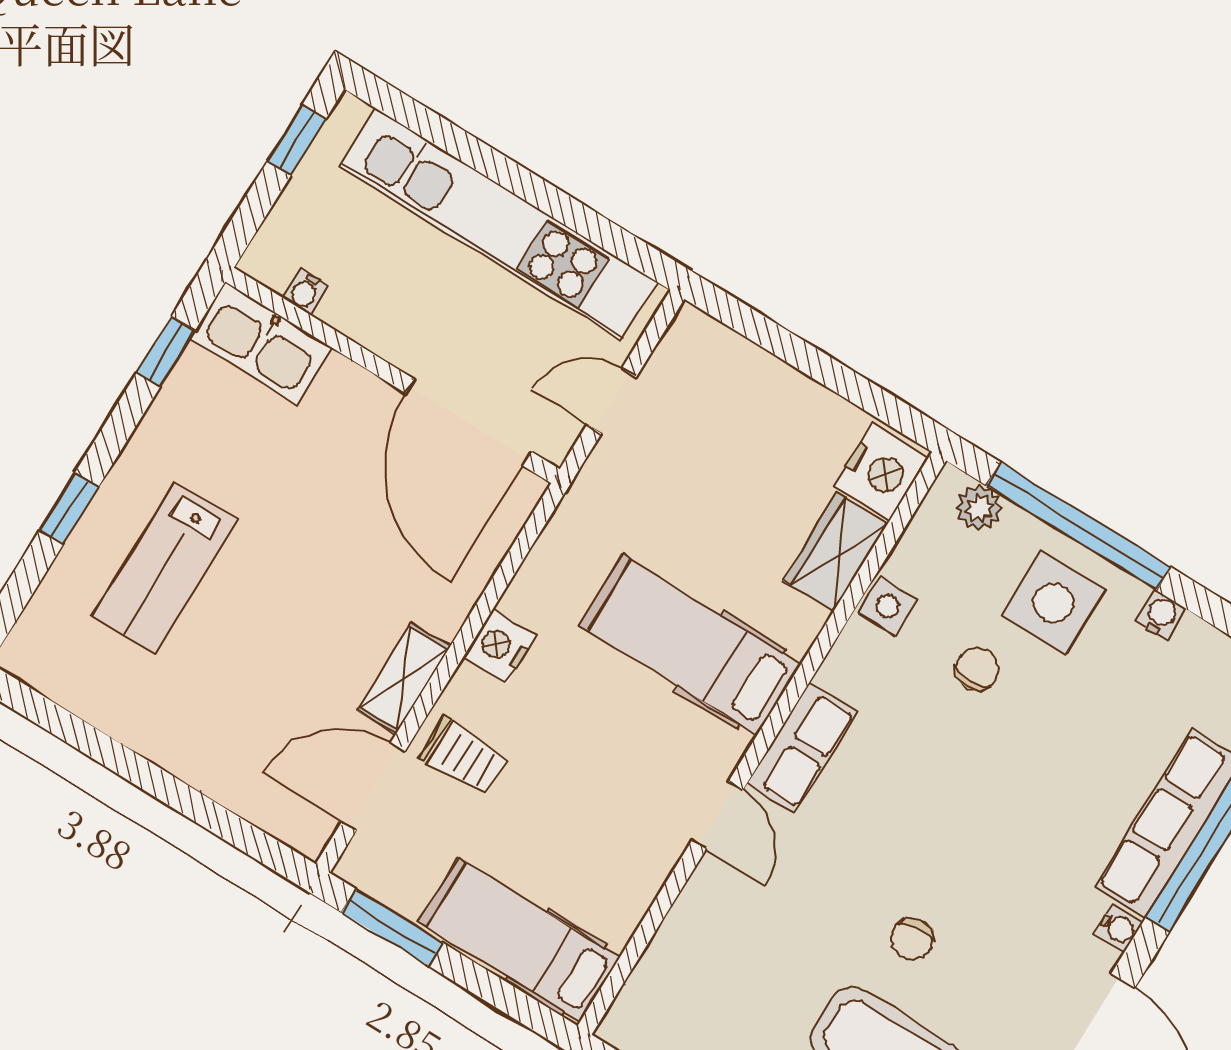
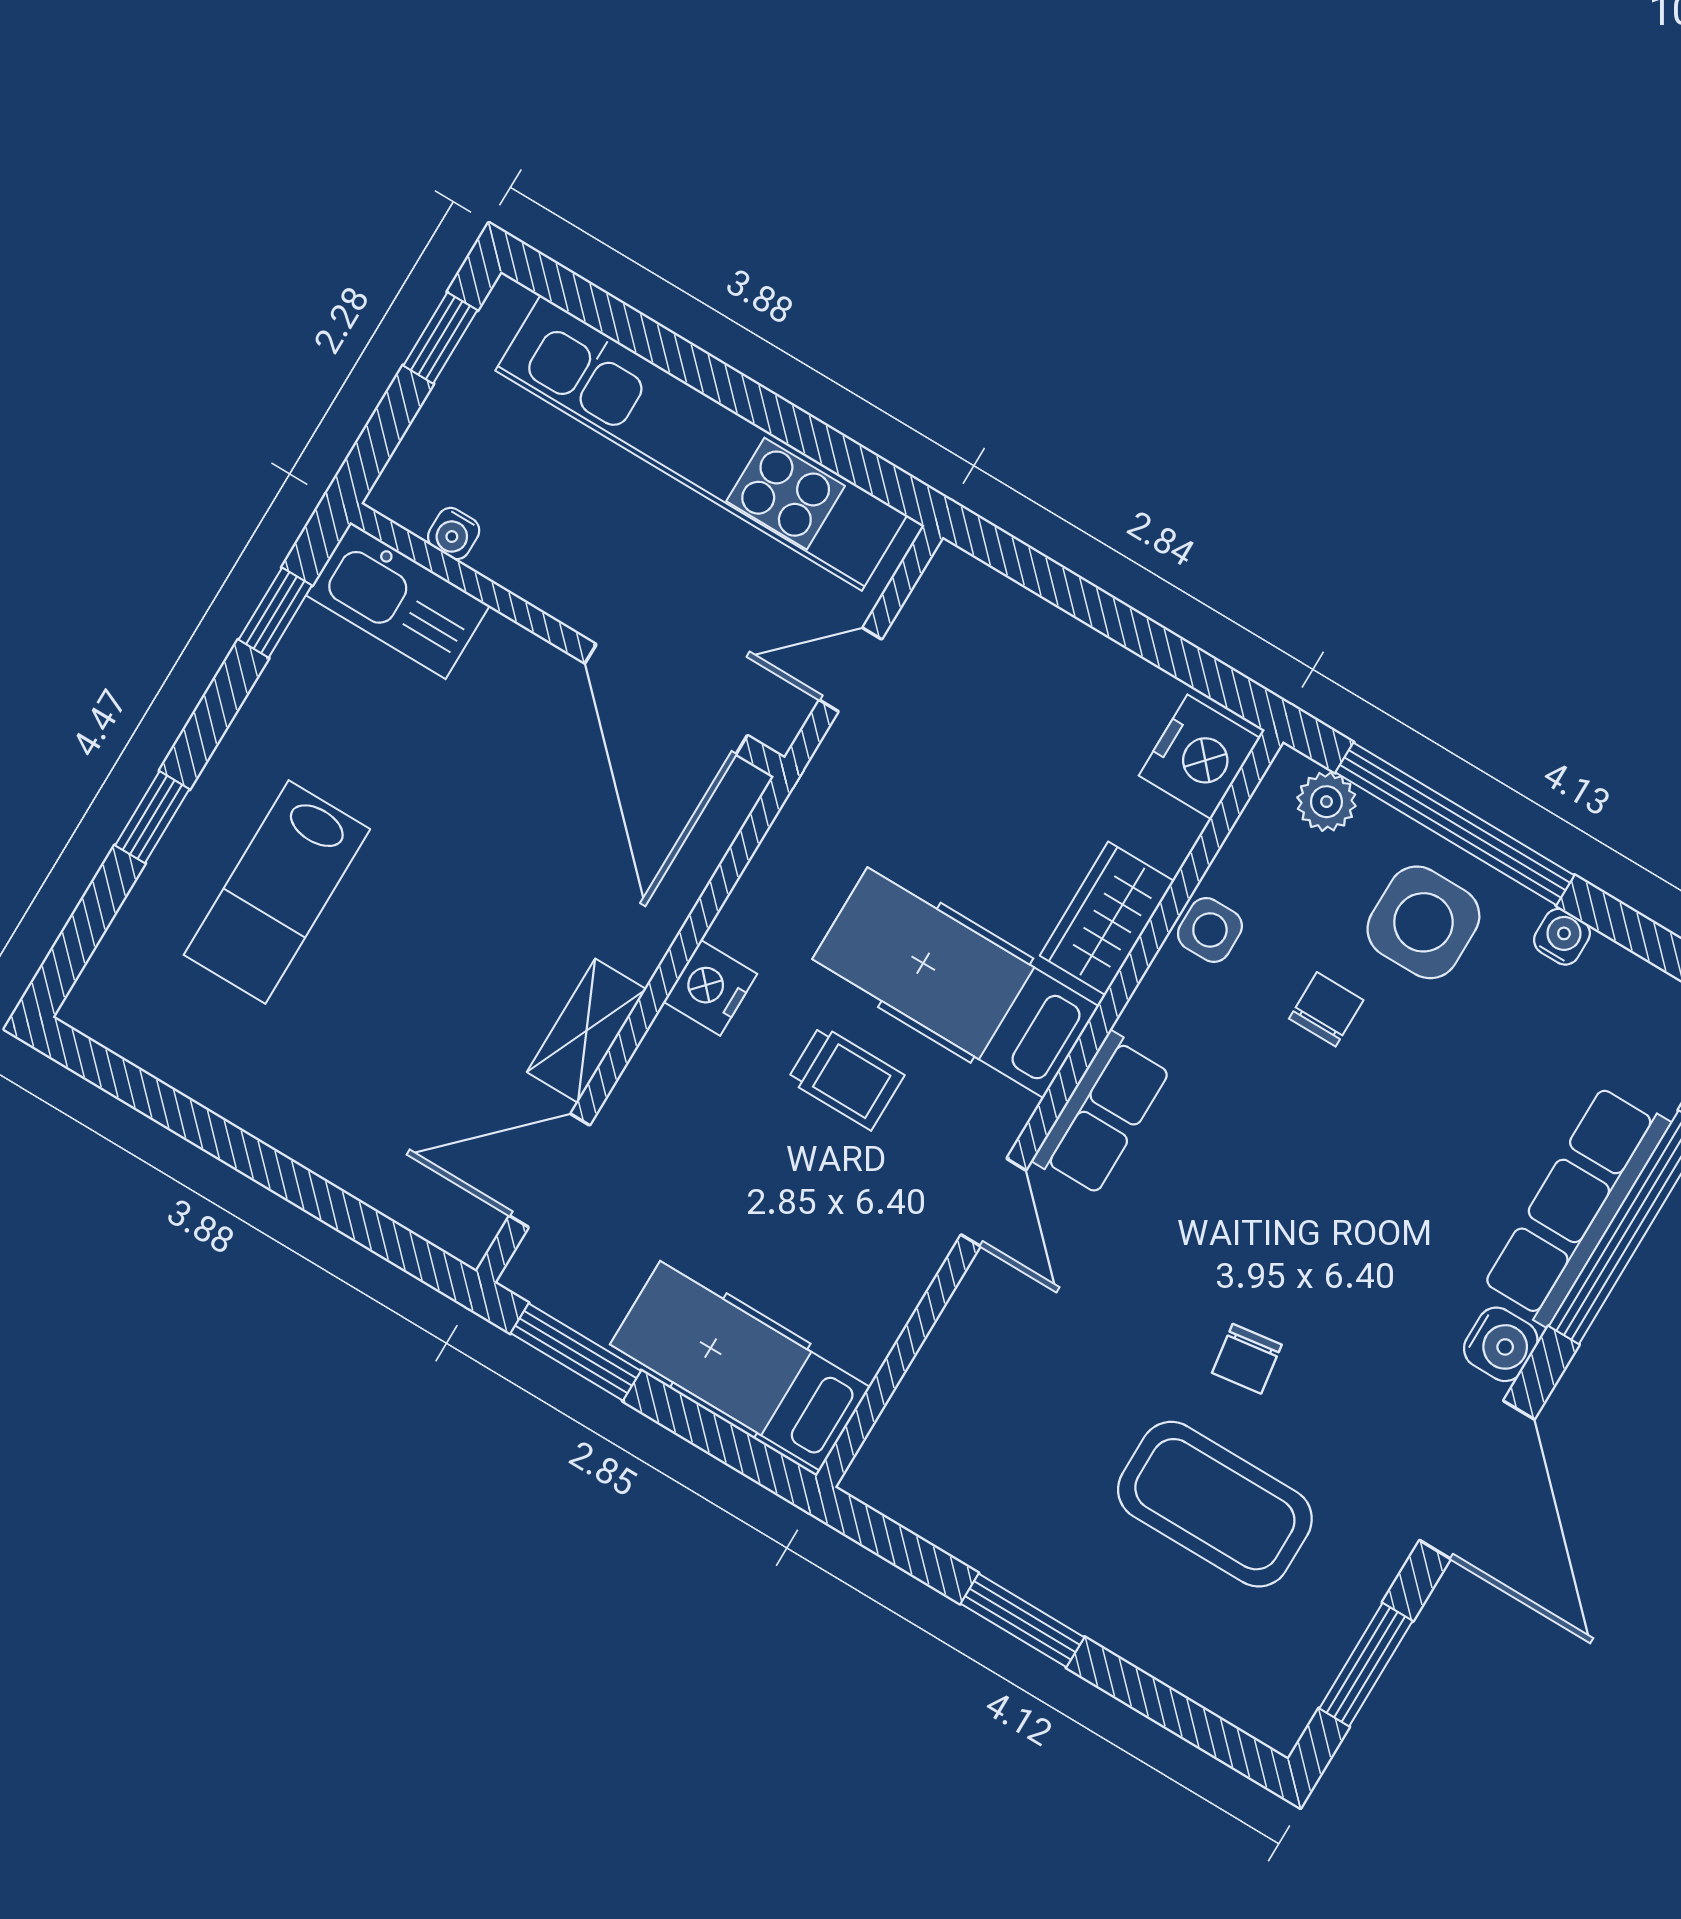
wardrobe: (835, 552) -> (1107, 918), moved
trolley: (464, 757) -> (846, 1078), moved
water cooler: (1119, 928) -> (1501, 1344), width x1.38, depth x1.38

